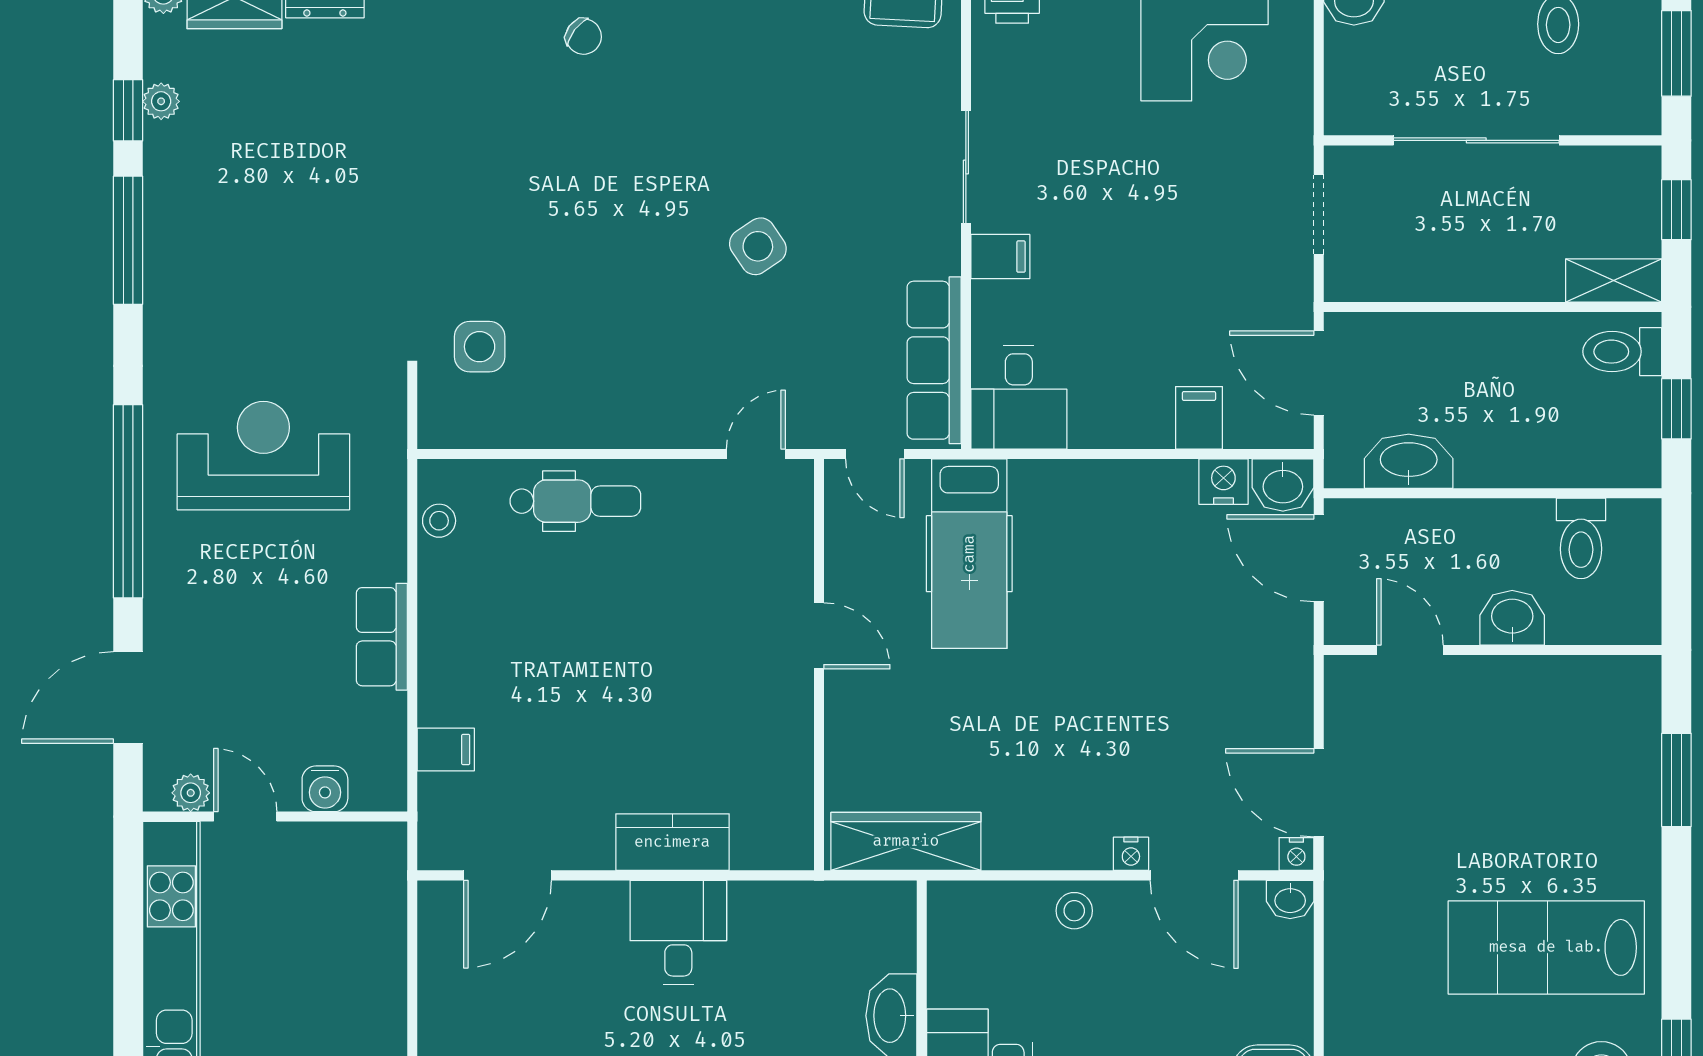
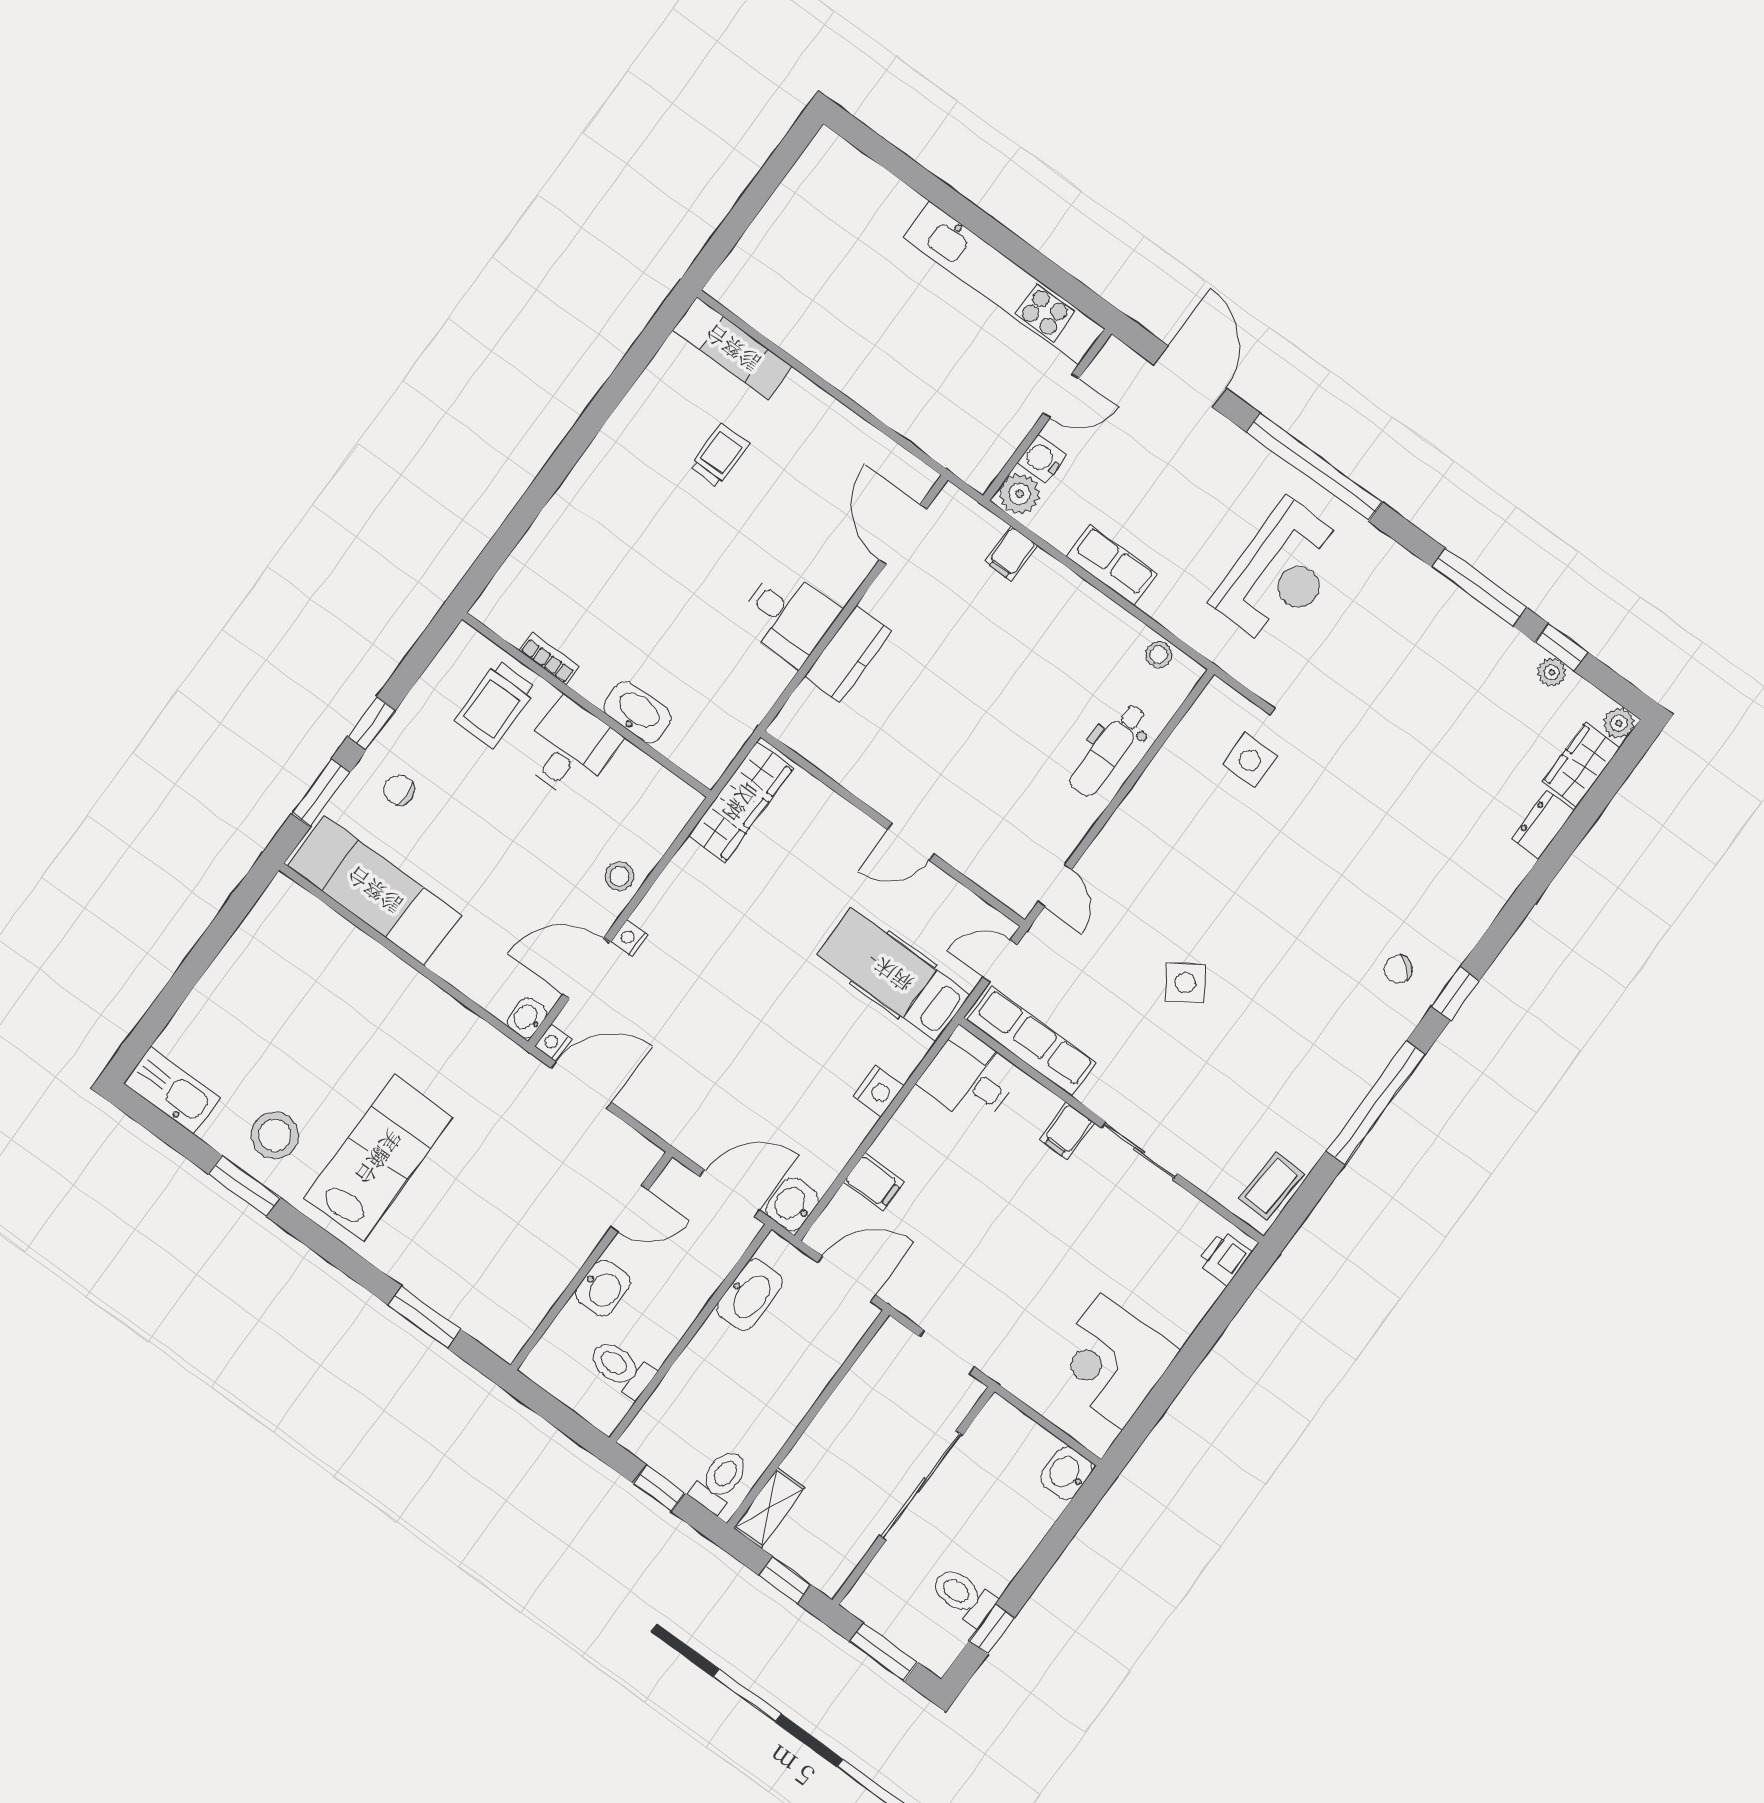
nightstand: (1223, 482) -> (878, 1091), moved
plant: (191, 793) -> (1019, 494), moved, width x1.38, depth x1.38

